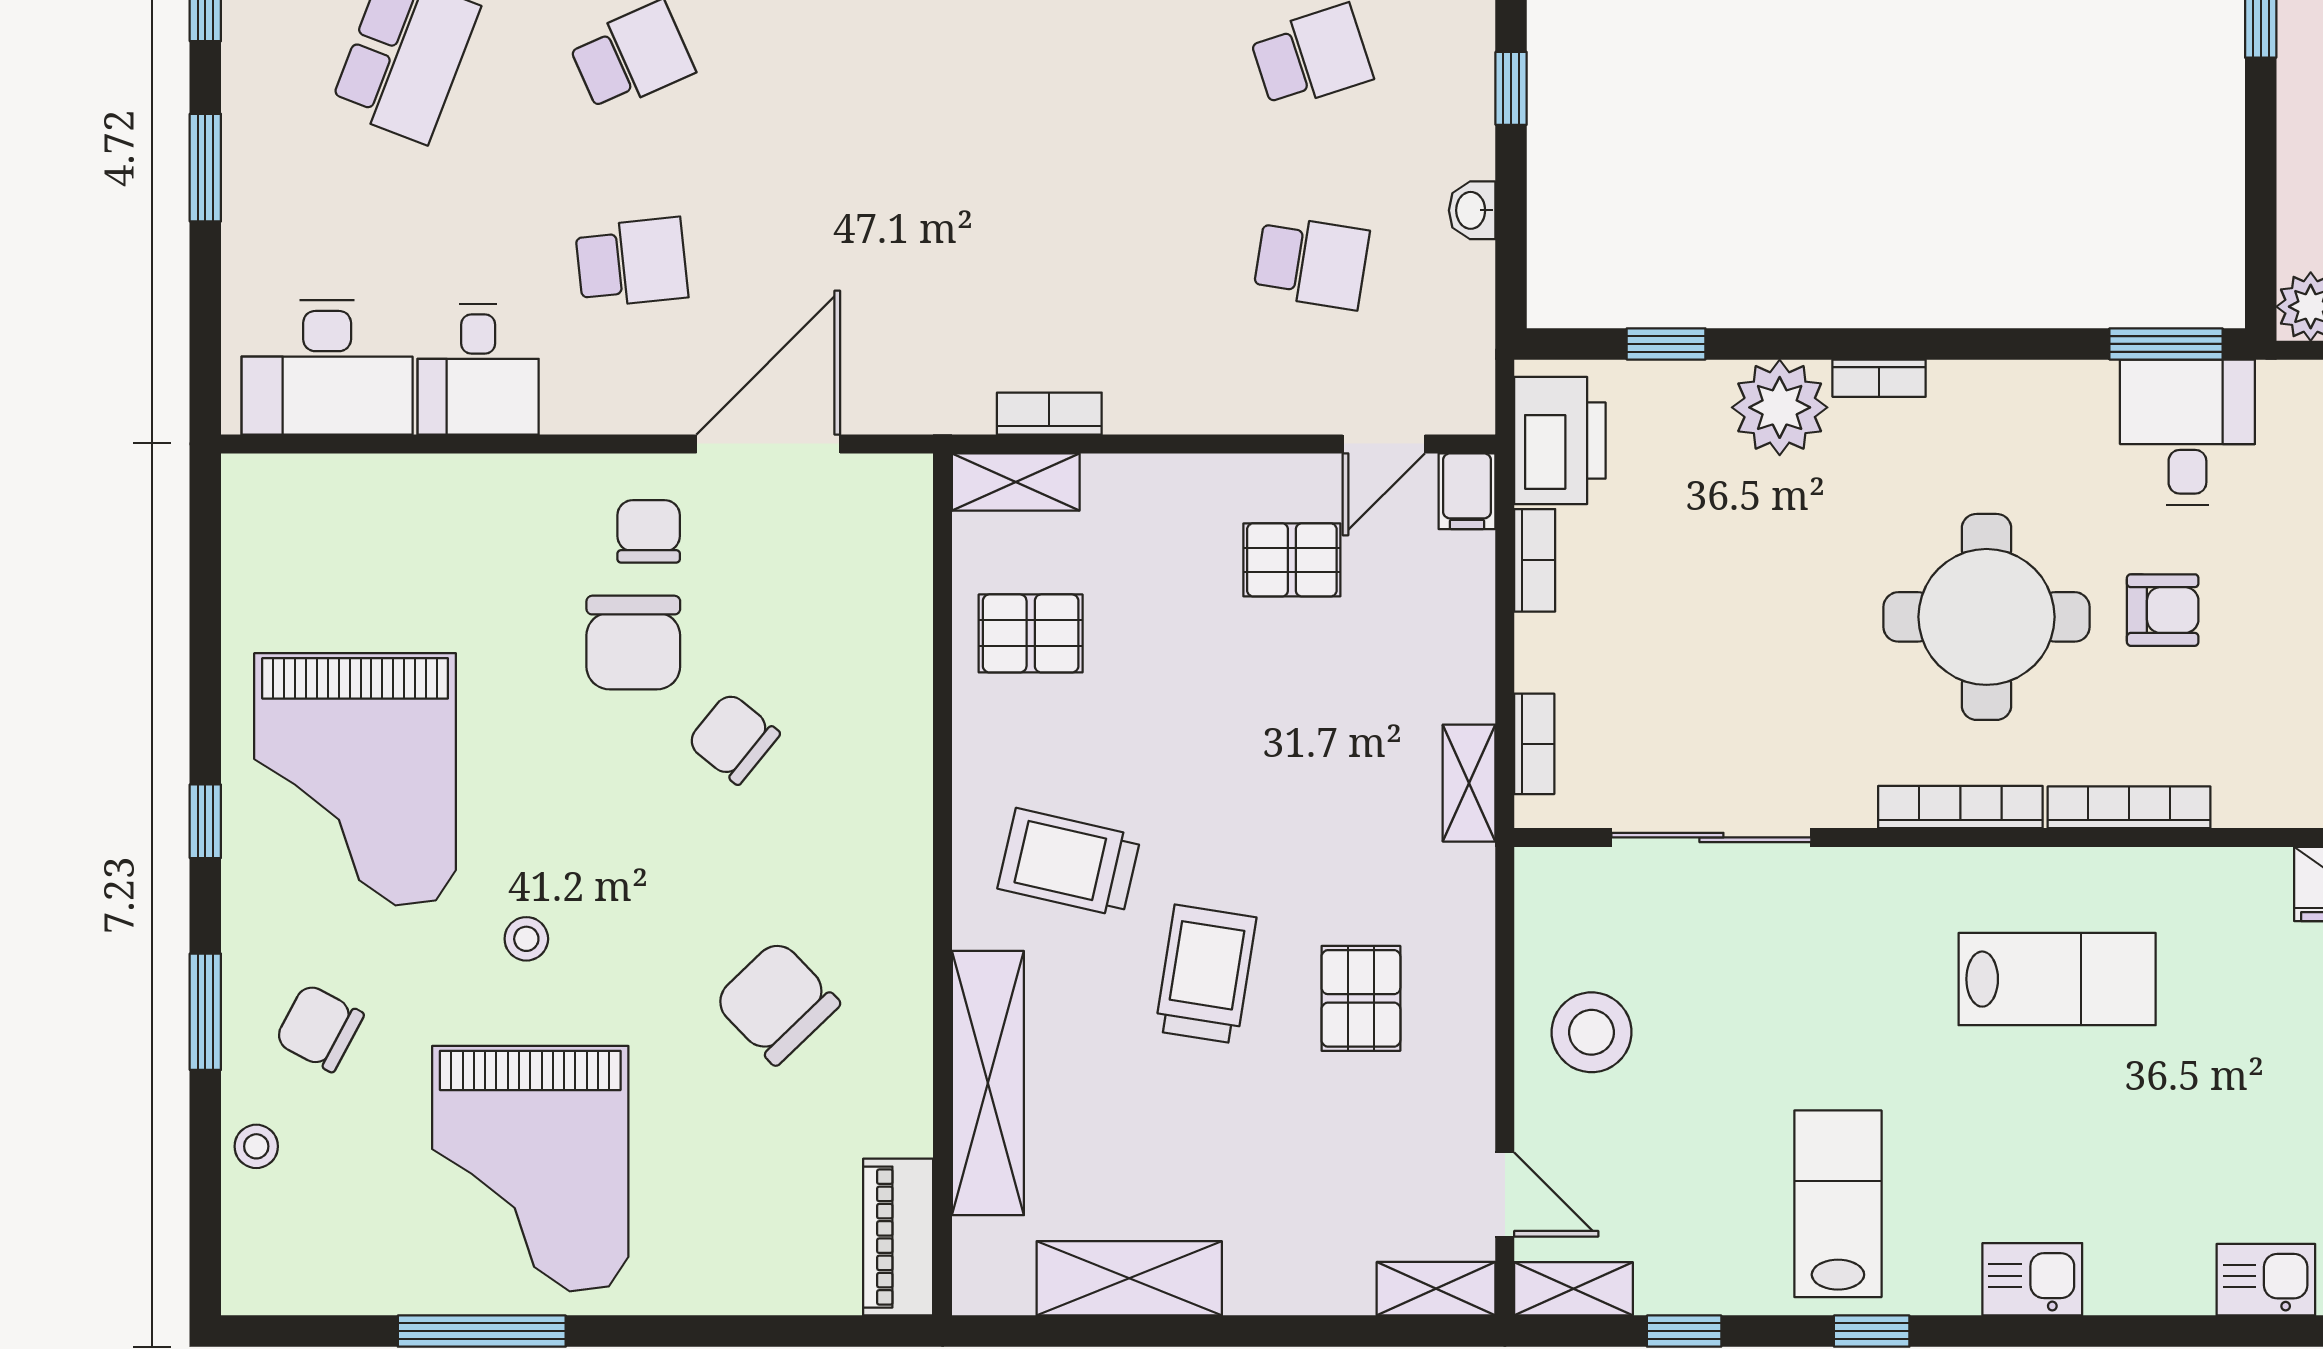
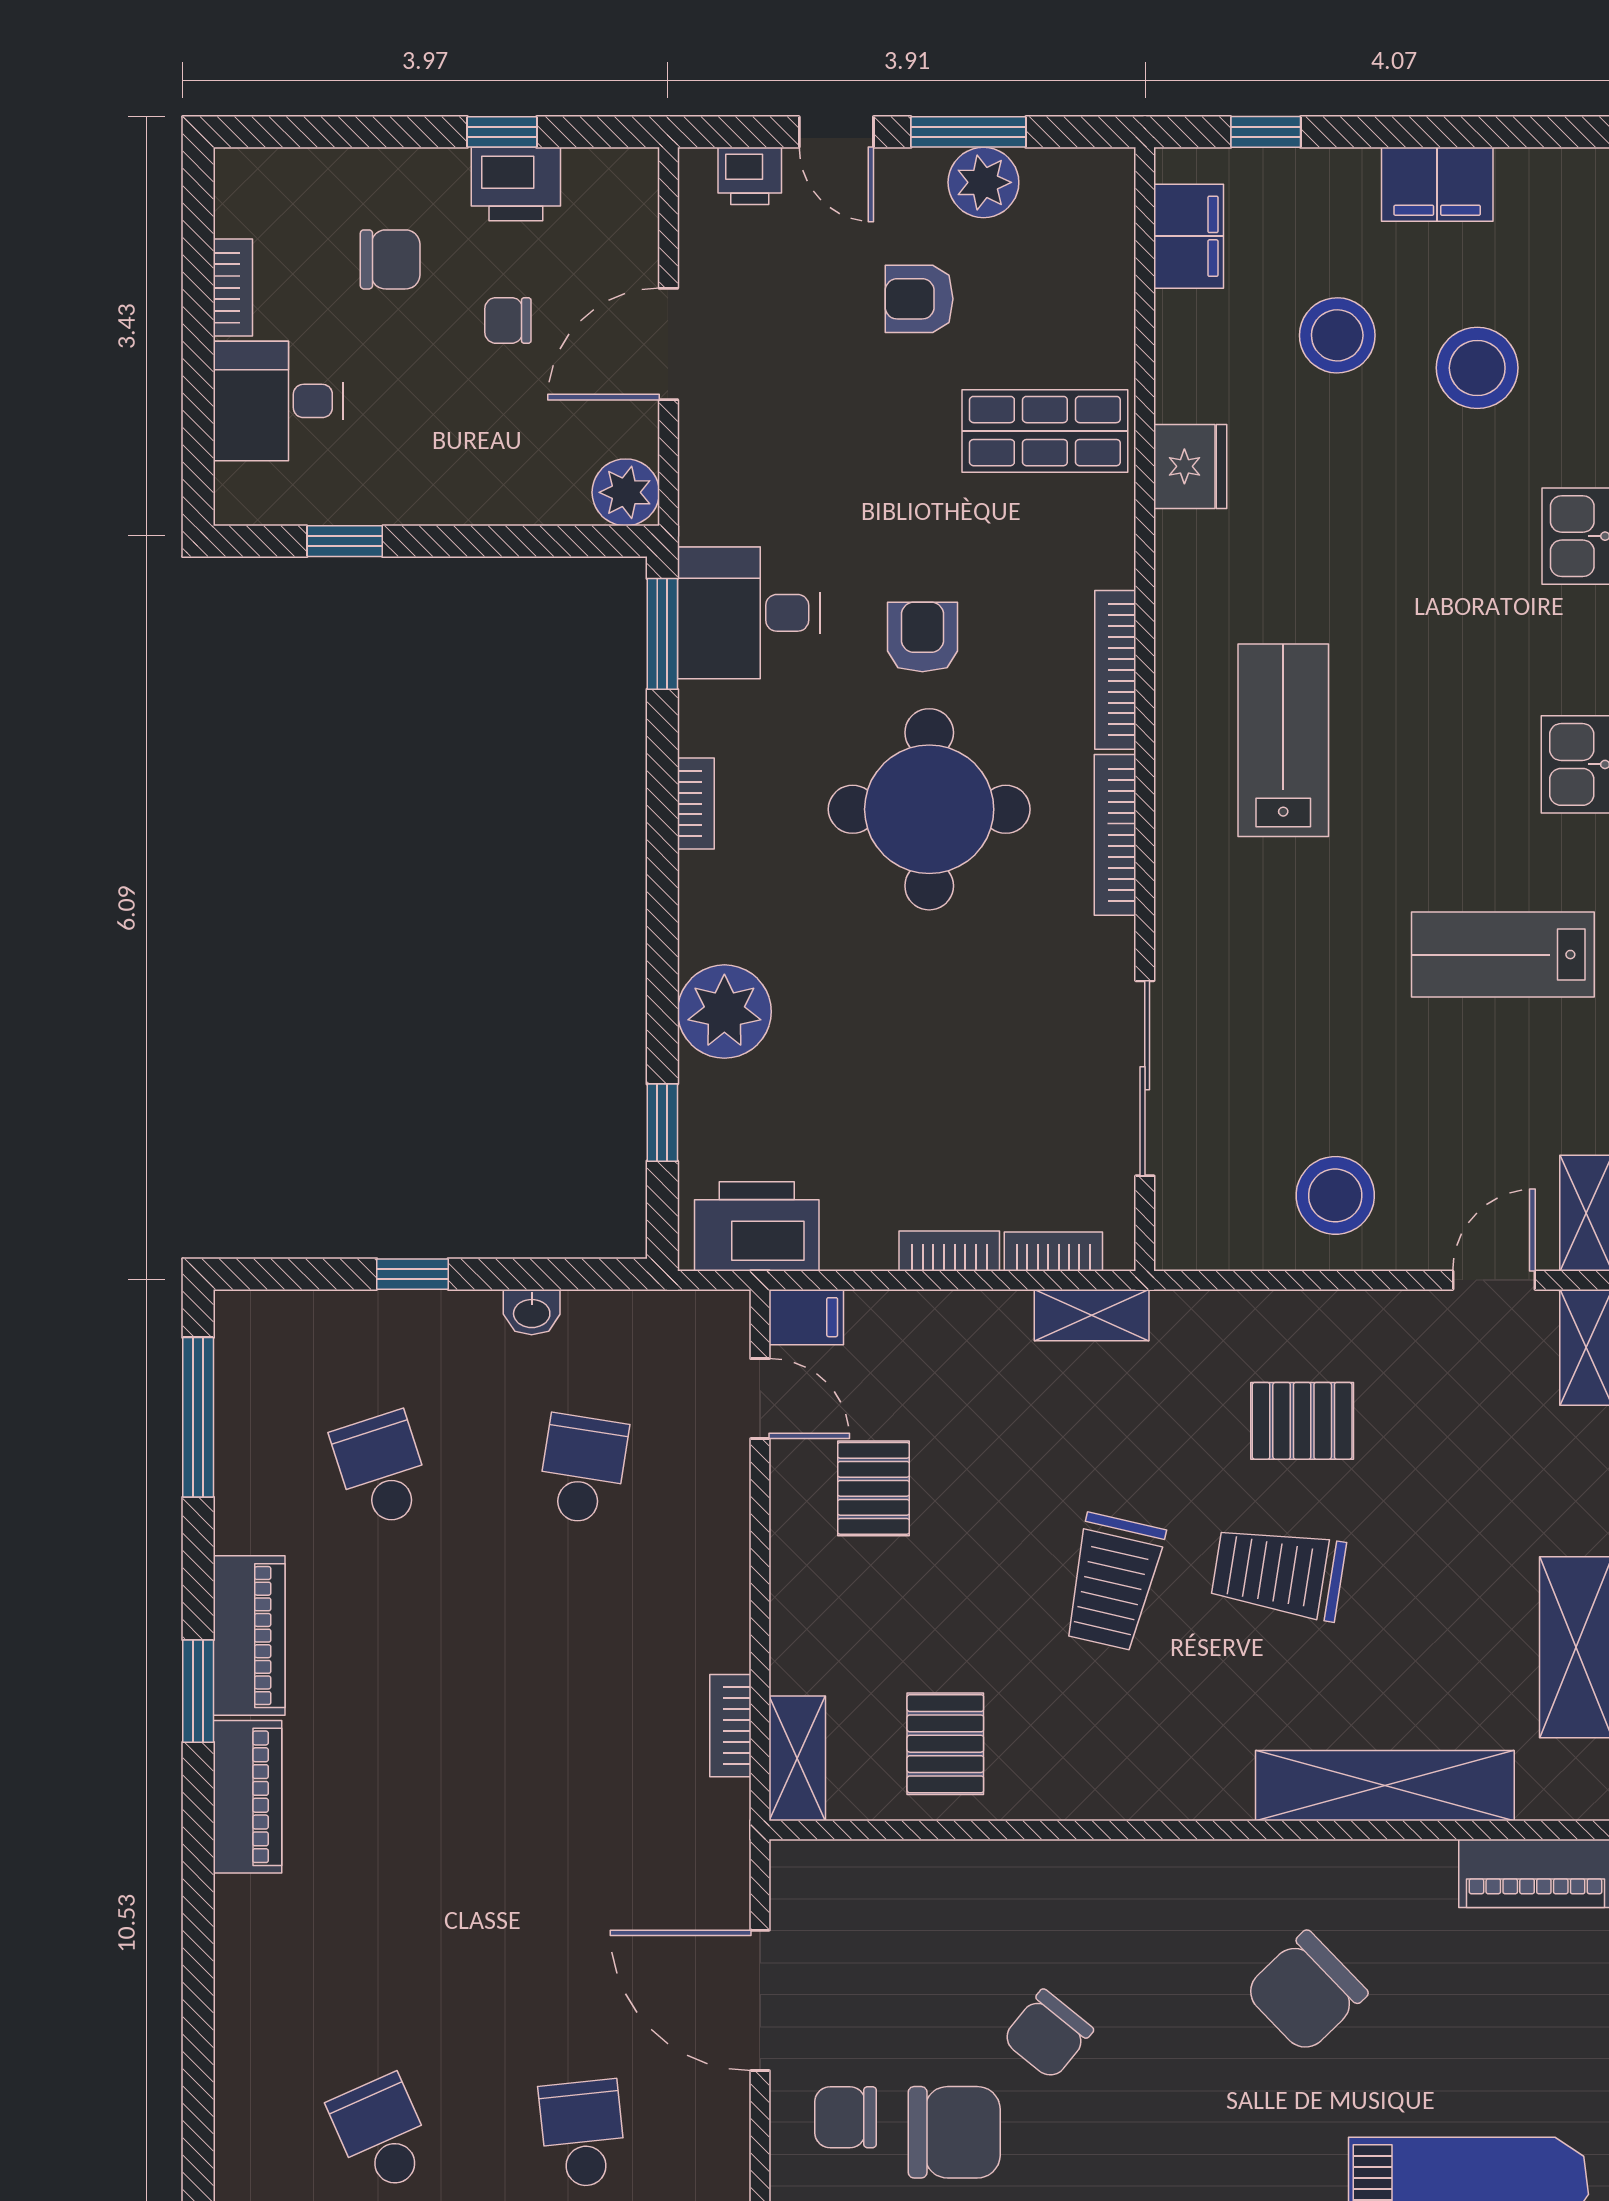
bookcase: (1879, 378) -> (696, 804), moved
bookcase: (1535, 560) -> (949, 1251), moved
trolley: (1069, 863) -> (1113, 1582), moved

